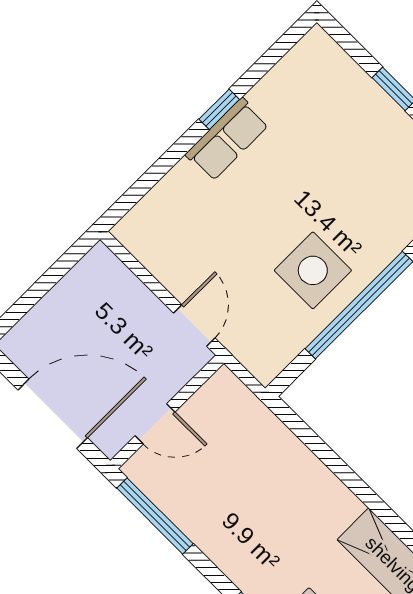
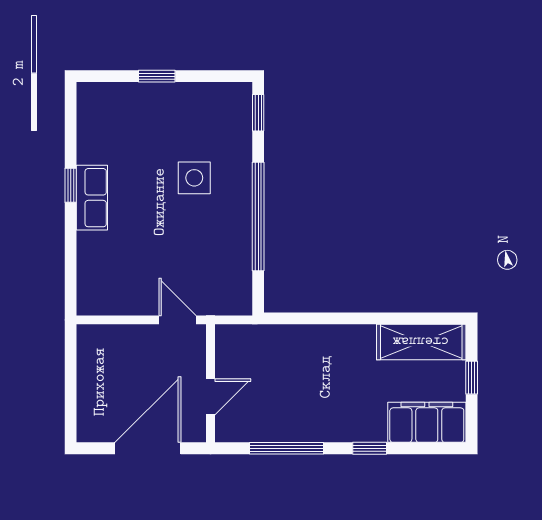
side table: (313, 270) -> (194, 178), moved, width x0.73, depth x0.73
window: (155, 516) -> (287, 448), moved

